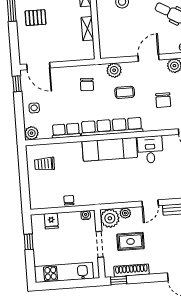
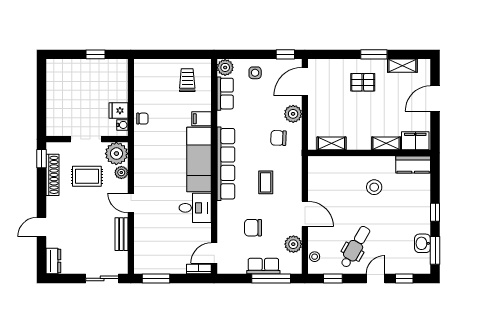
pallet: (35, 18) -> (363, 82), turned 90
shelving: (87, 29) -> (331, 143), moved
plant: (114, 70) -> (293, 114), moved
row of seats: (66, 131) -> (225, 94), moved
filing cabinet: (76, 150) -> (201, 119), added
chair: (69, 200) -> (142, 119), moved
fridge: (51, 221) -> (118, 111), moved
rug: (131, 241) -> (87, 176), turned 90
kitchen unit: (64, 272) -> (56, 94), removed

